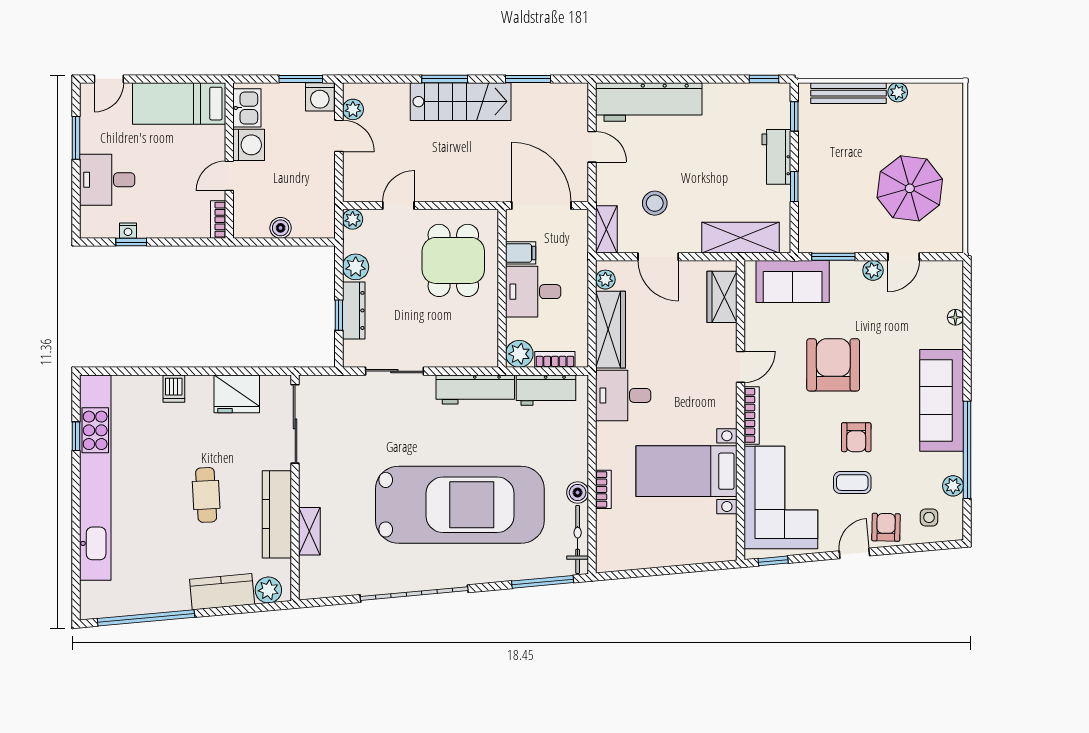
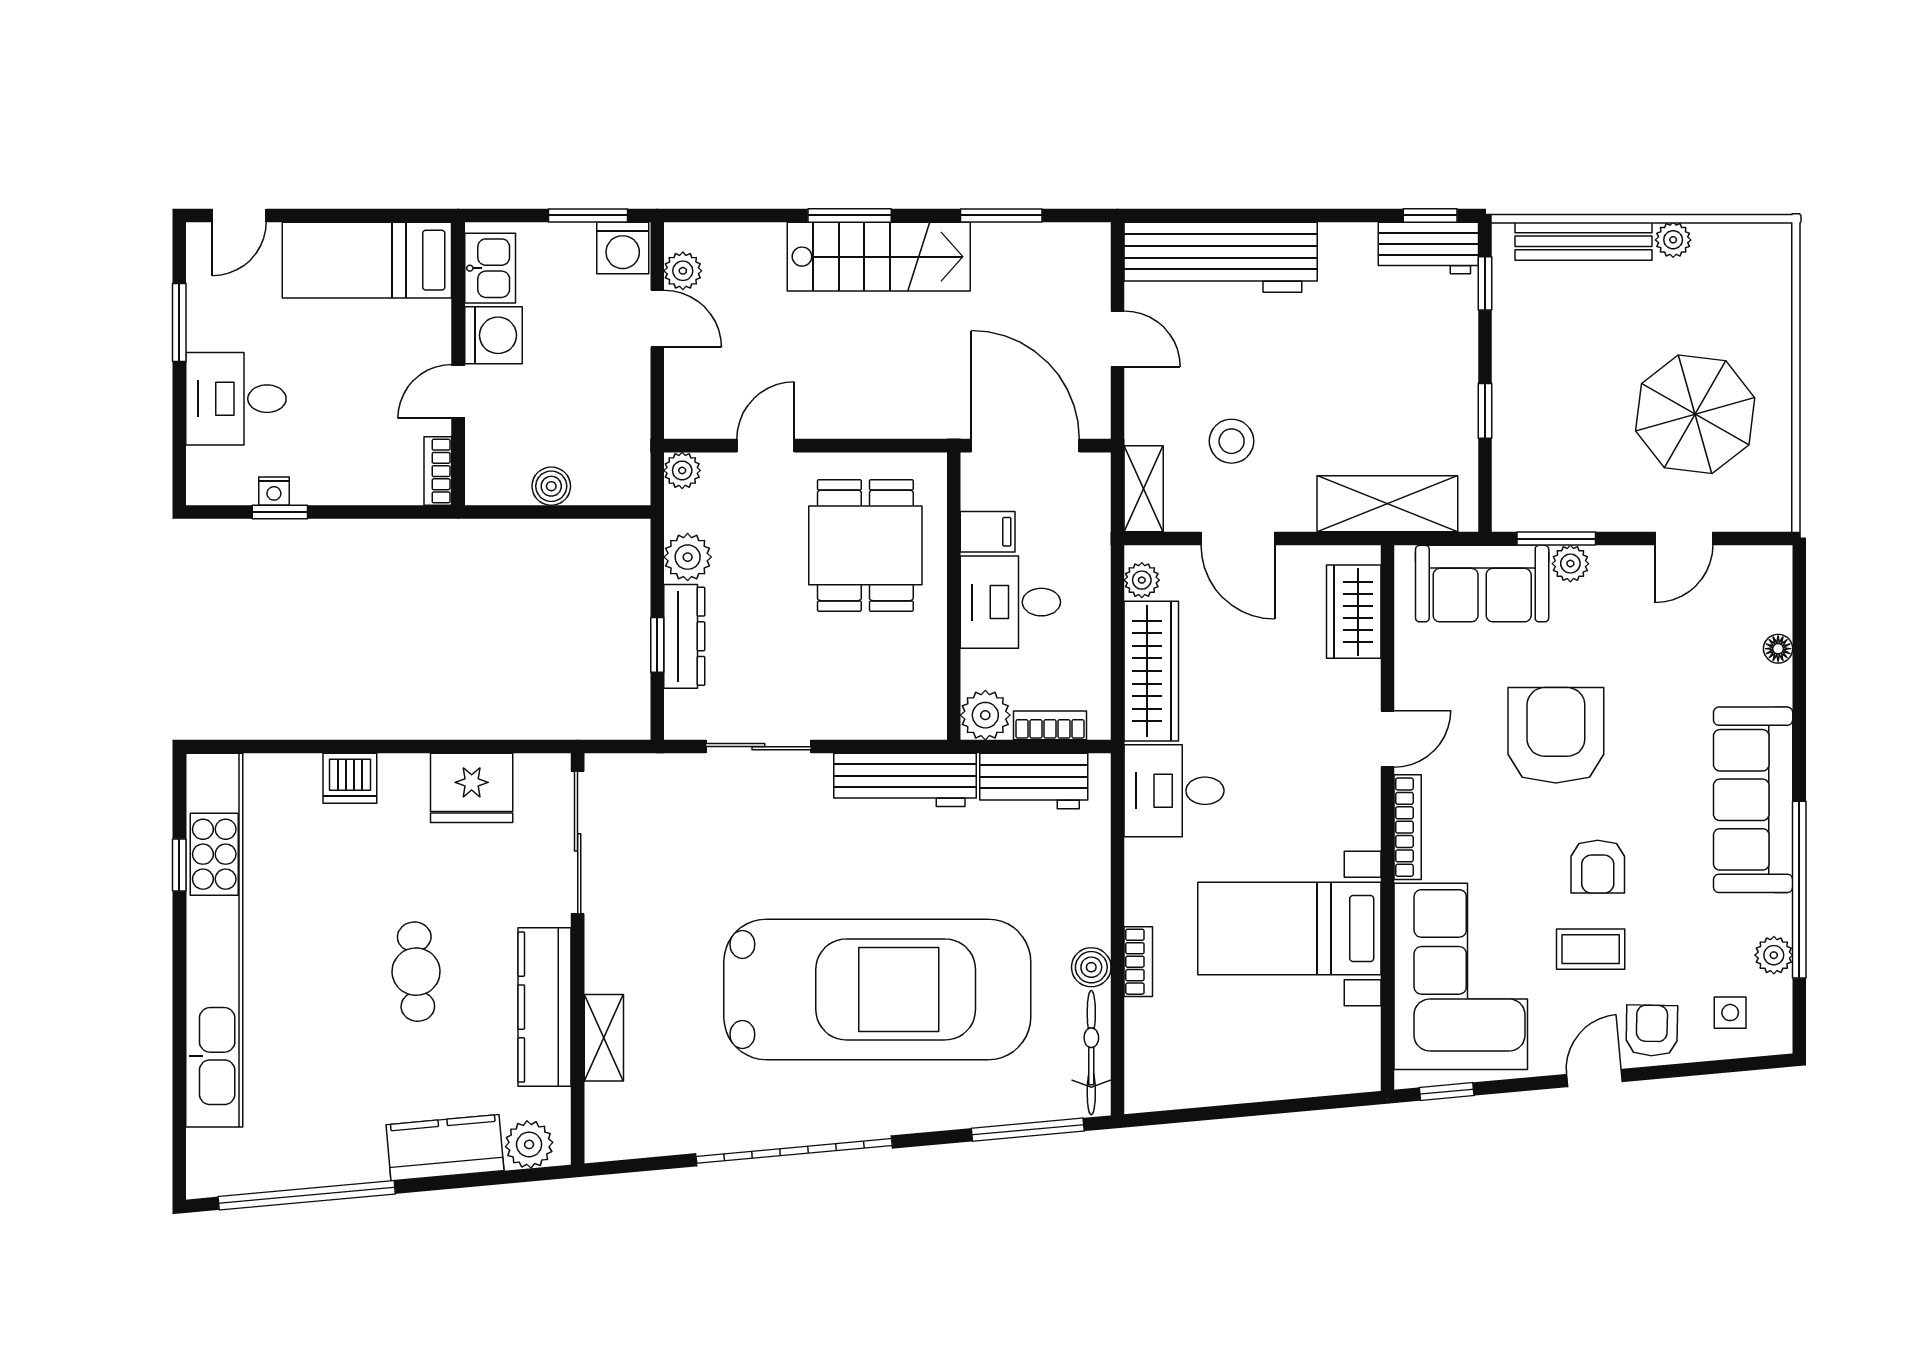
workbench: (776, 157) -> (1428, 248), moved, turned -90
plant: (873, 270) -> (1570, 564), moved
dishwasher: (174, 389) -> (350, 778), width x1.38

